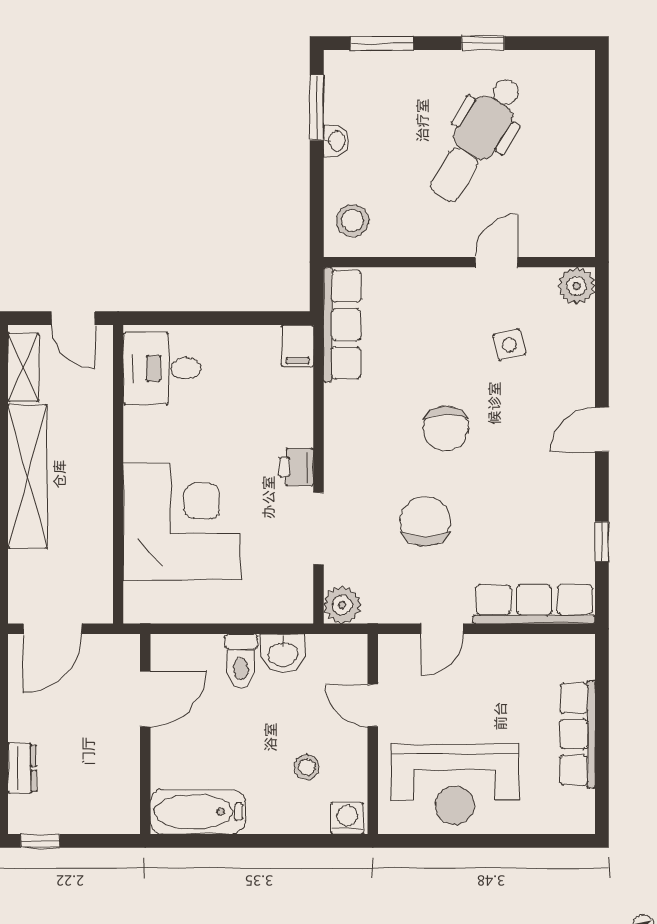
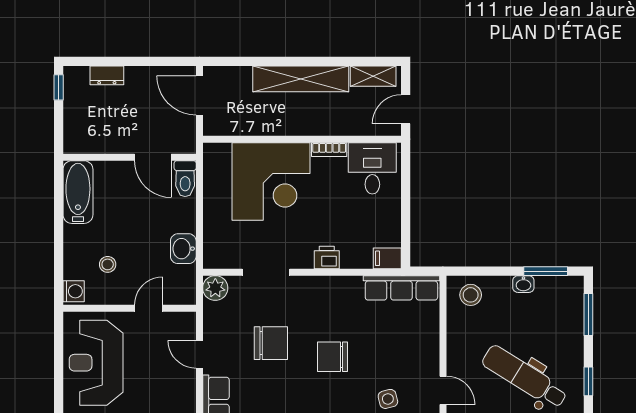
bookcase: (134, 433) -> (329, 150), added
printer: (296, 467) -> (327, 257), moved
toilet: (241, 661) -> (185, 179), moved, turned -90

